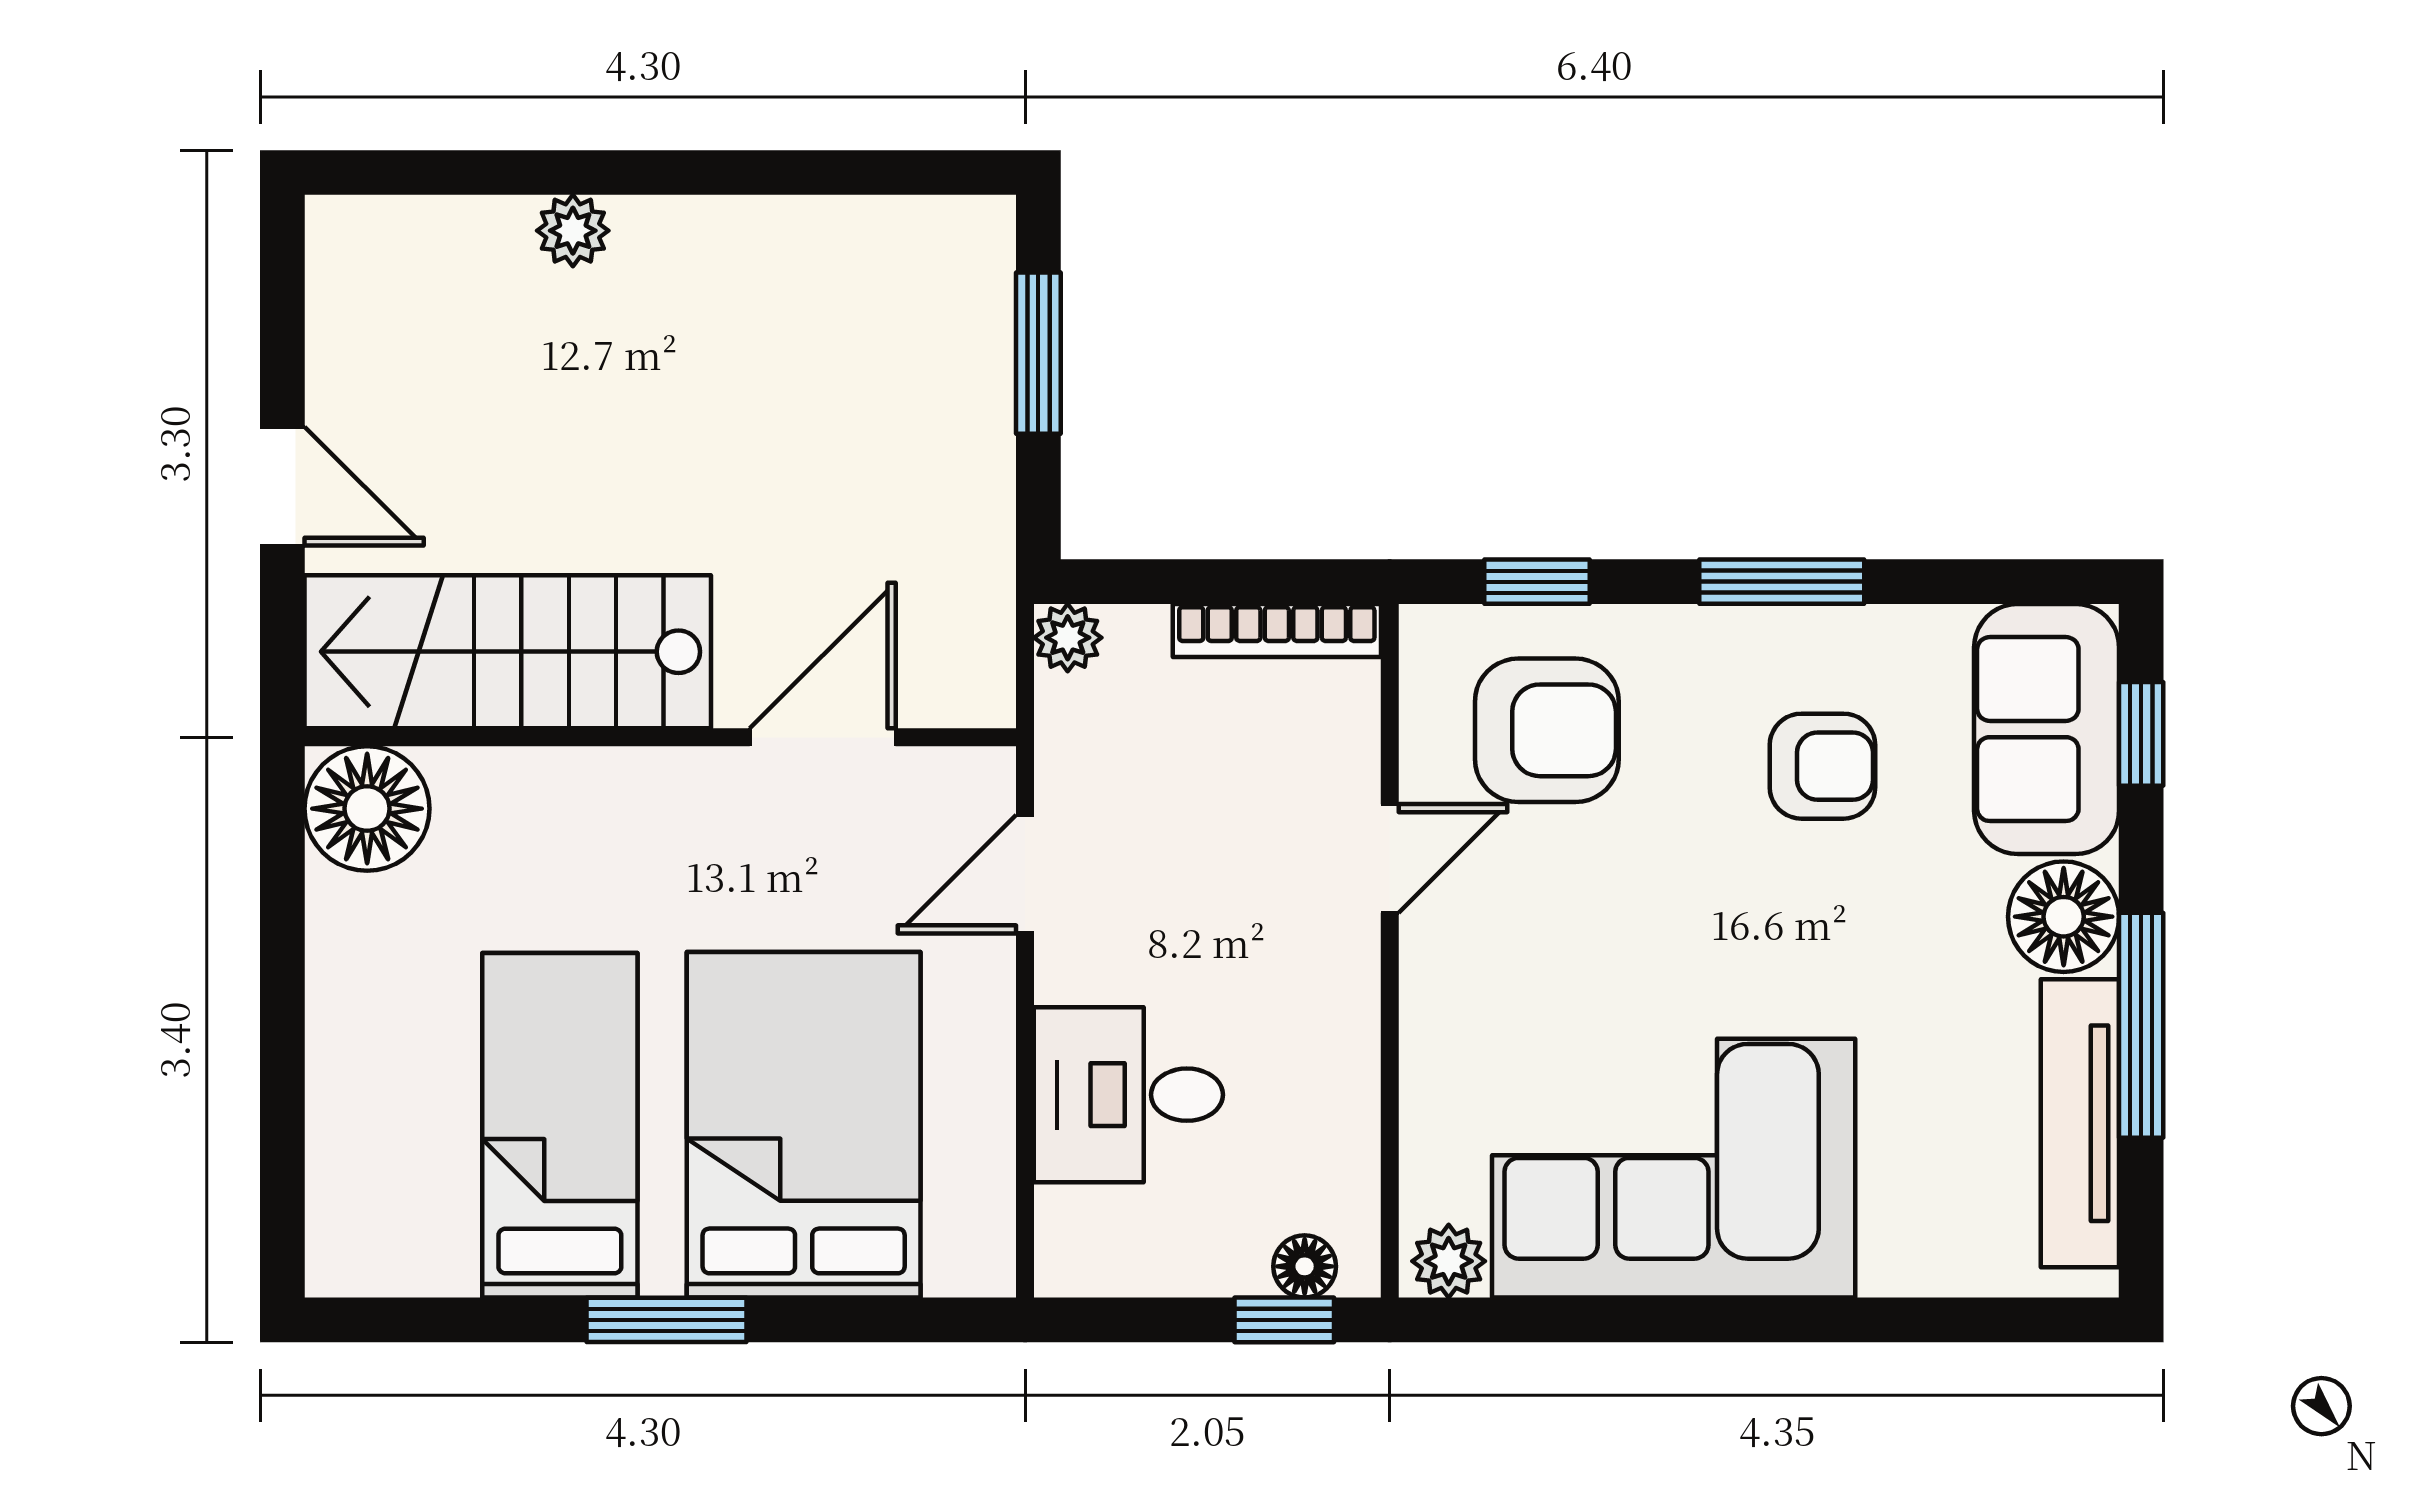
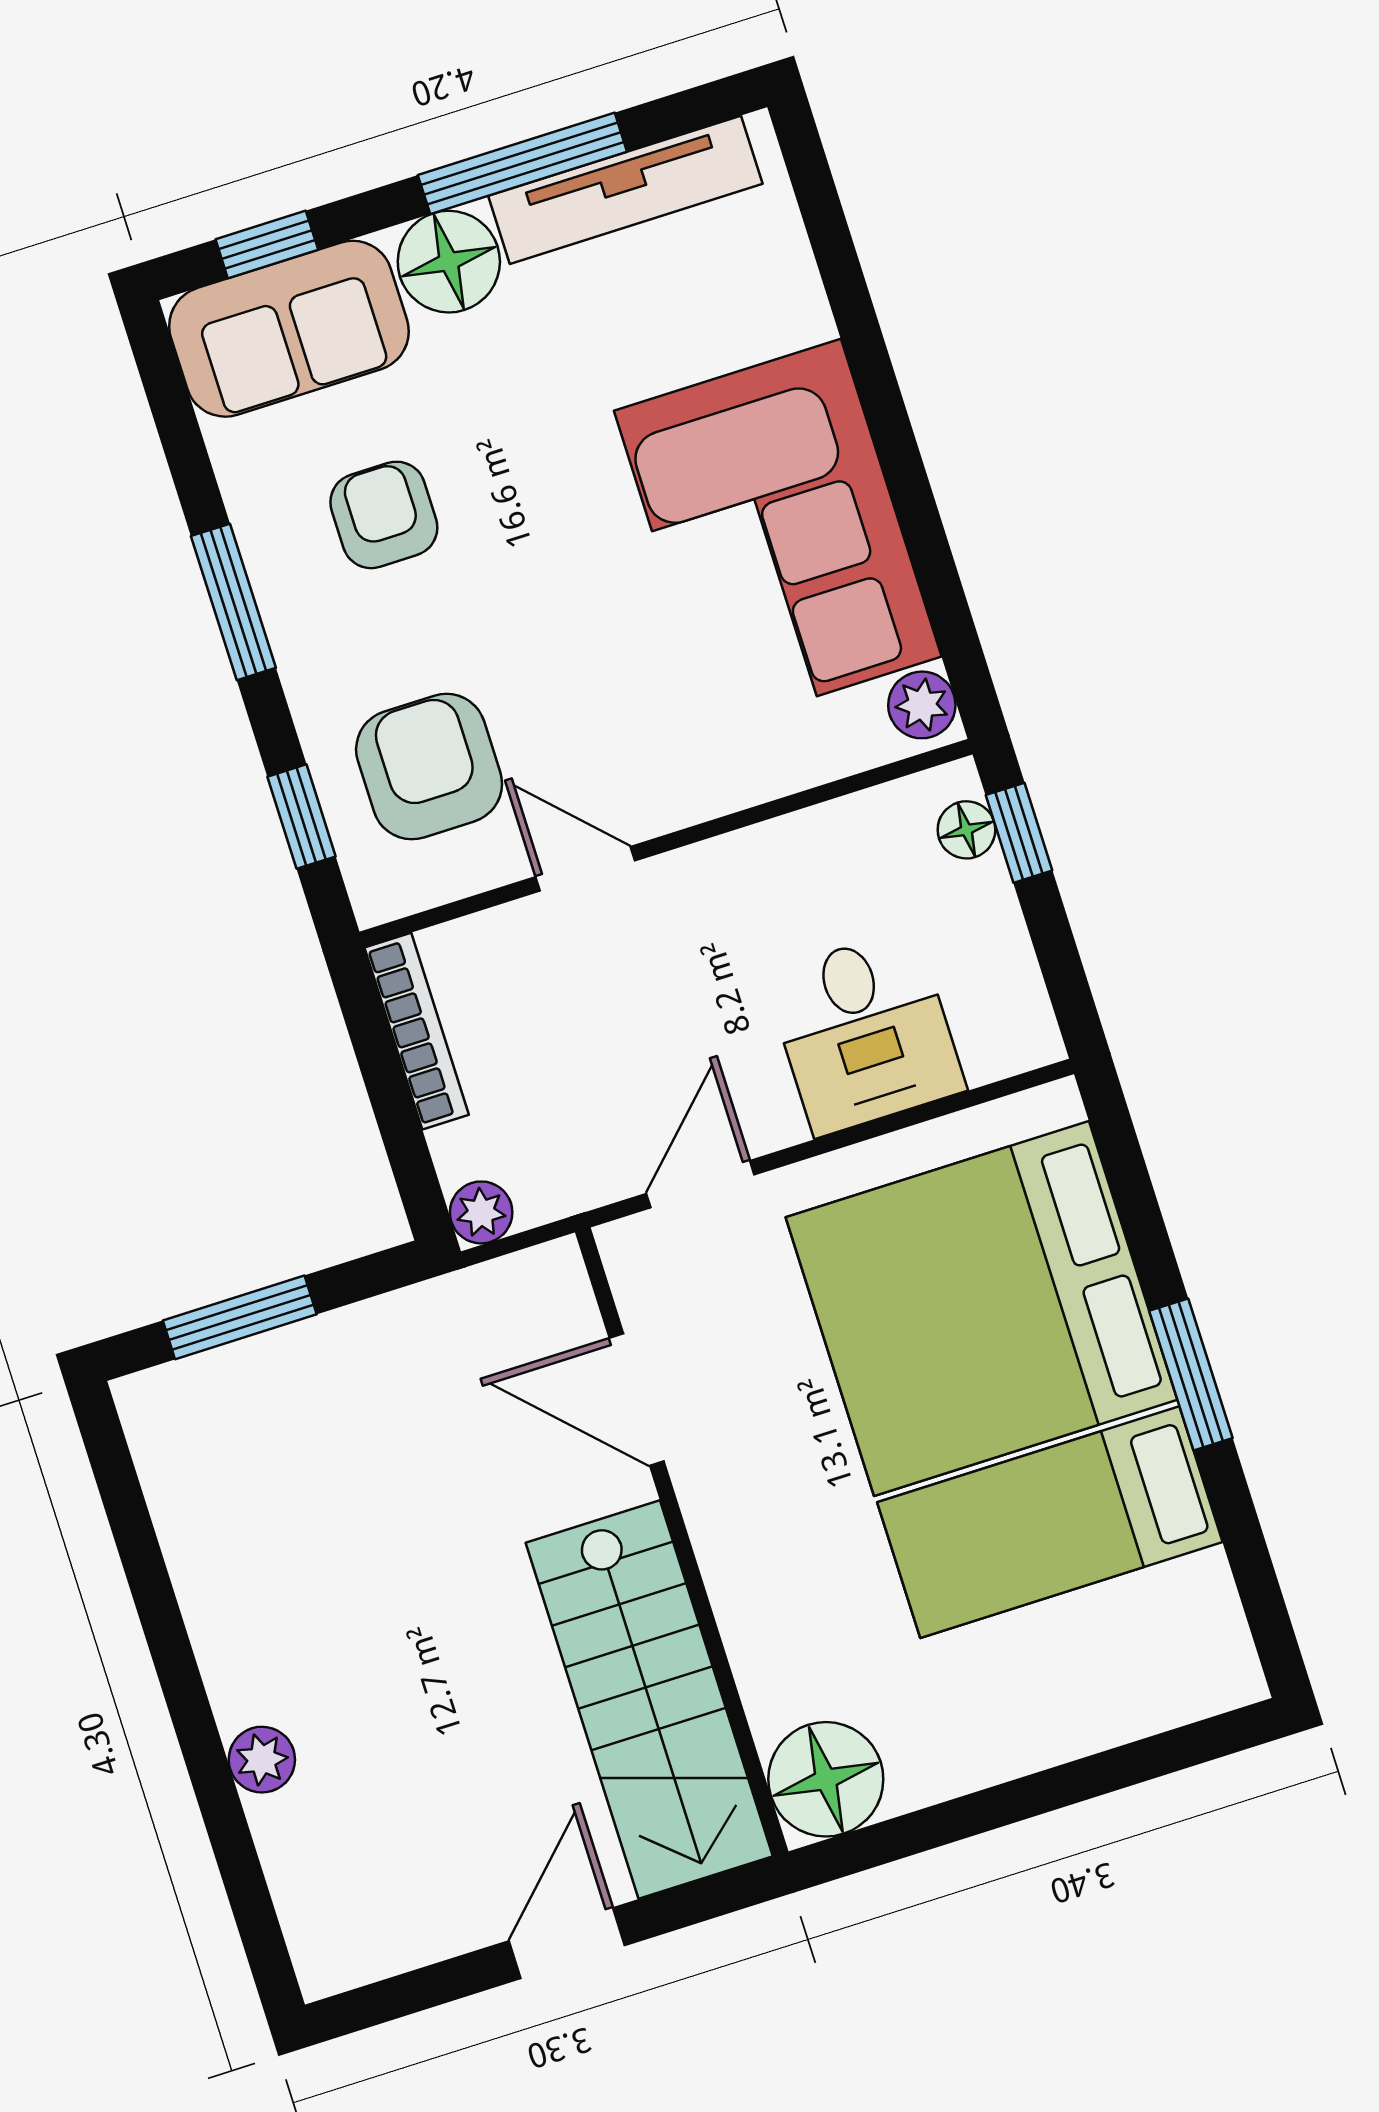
door: (1025, 874) -> (700, 1184), swing flipped
bed: (804, 1125) -> (982, 1309), width x1.36

